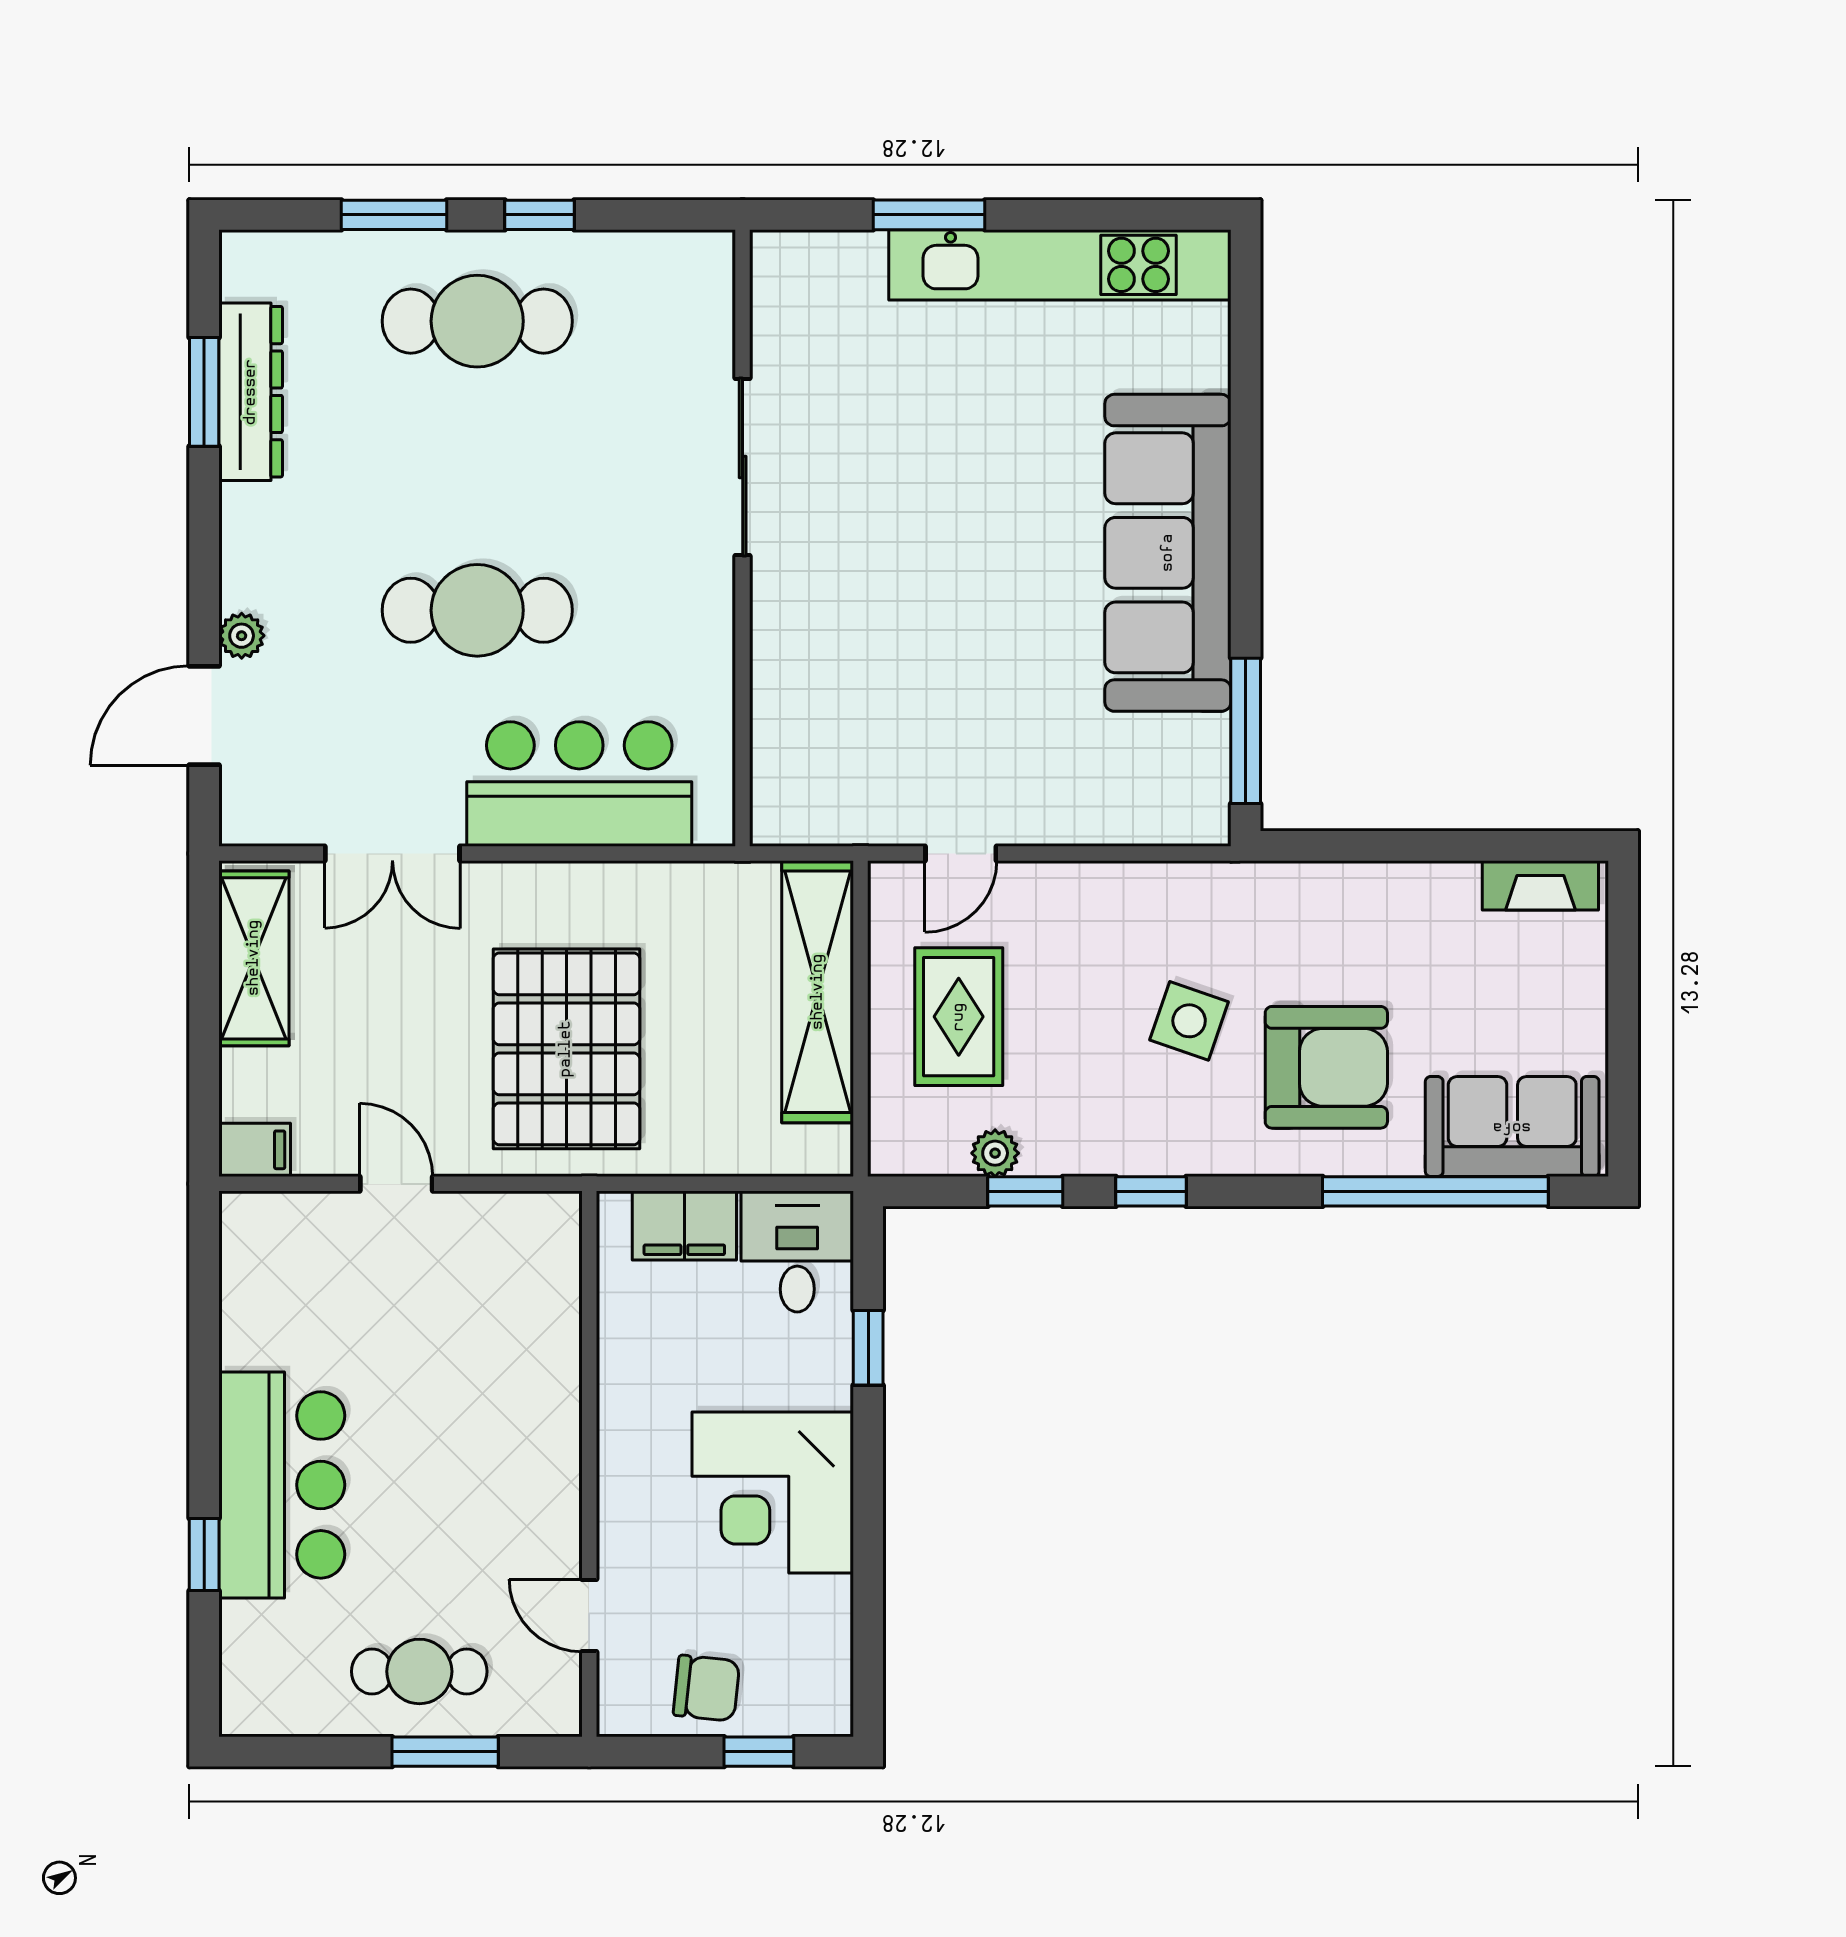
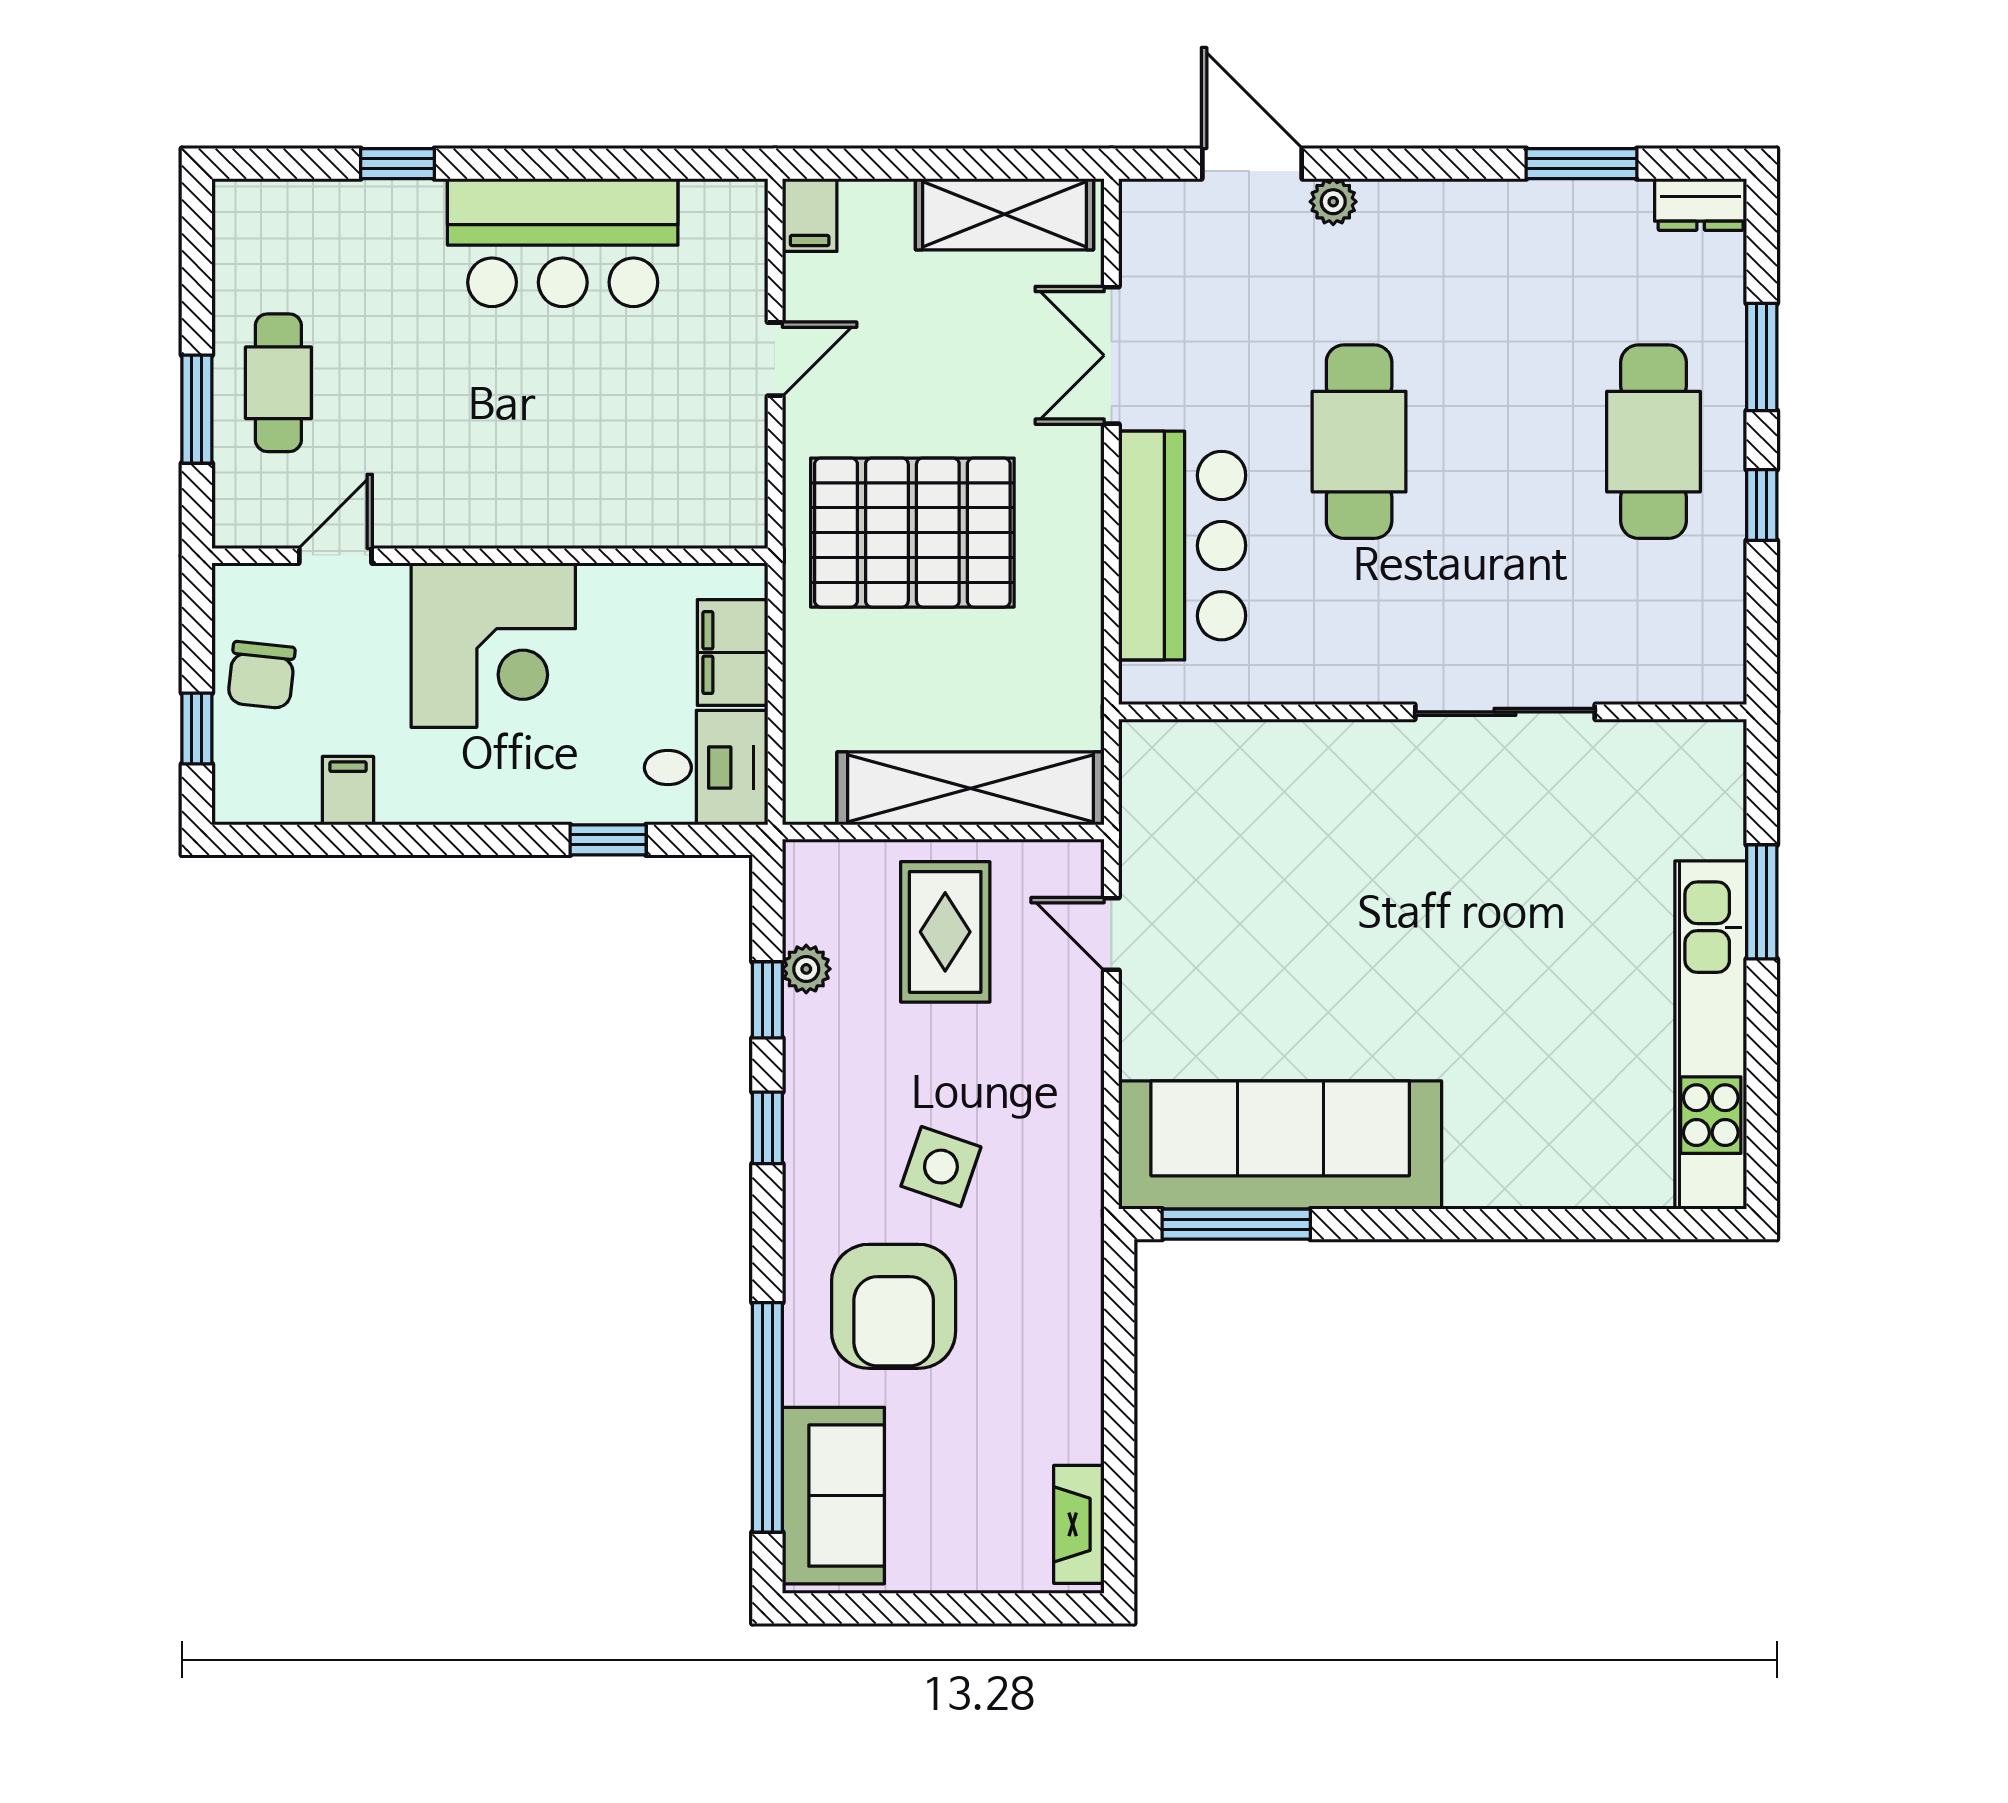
dresser: (251, 392) -> (1701, 205), moved, width x0.51, depth x0.80
sofa: (1168, 553) -> (1280, 1145), moved
rug: (959, 1017) -> (945, 932), turned 90
bar counter: (282, 1485) -> (563, 243), moved
corner desk: (773, 1493) -> (493, 645), moved, turned 180
filing cabinet: (820, 1603) -> (348, 791), added

